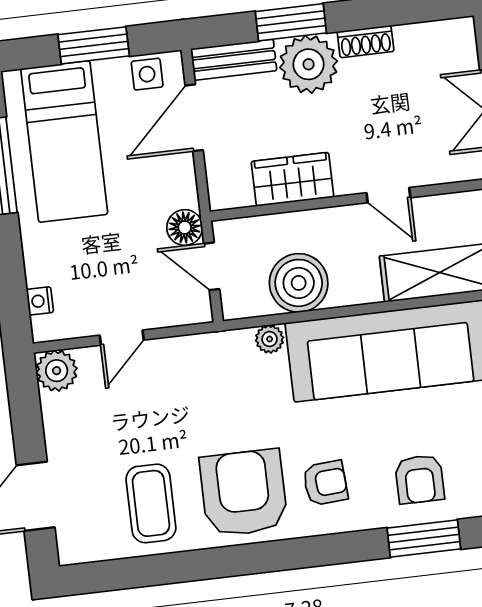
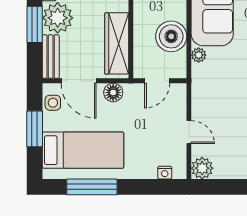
wardrobe: (292, 179) -> (117, 43), width x1.50
floor lamp: (185, 227) -> (113, 92), moved

